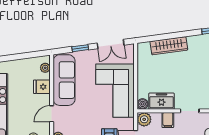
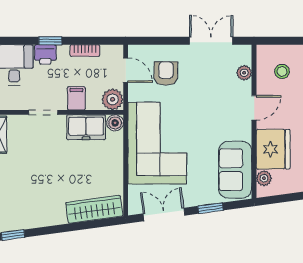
wardrobe: (169, 46) -> (94, 209), moved
sofa: (64, 80) -> (235, 170), width x0.73
fridge: (42, 87) -> (273, 149), width x1.88, depth x1.34

